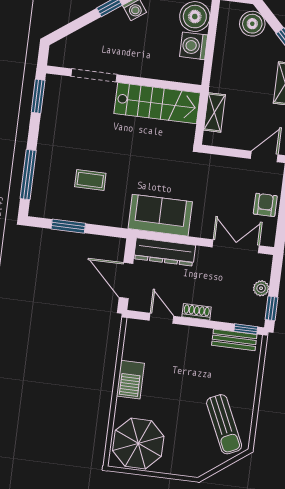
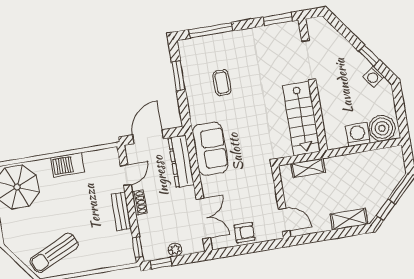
boiler: (252, 24) -> (390, 177), removed
bench: (234, 340) -> (121, 212), moved

